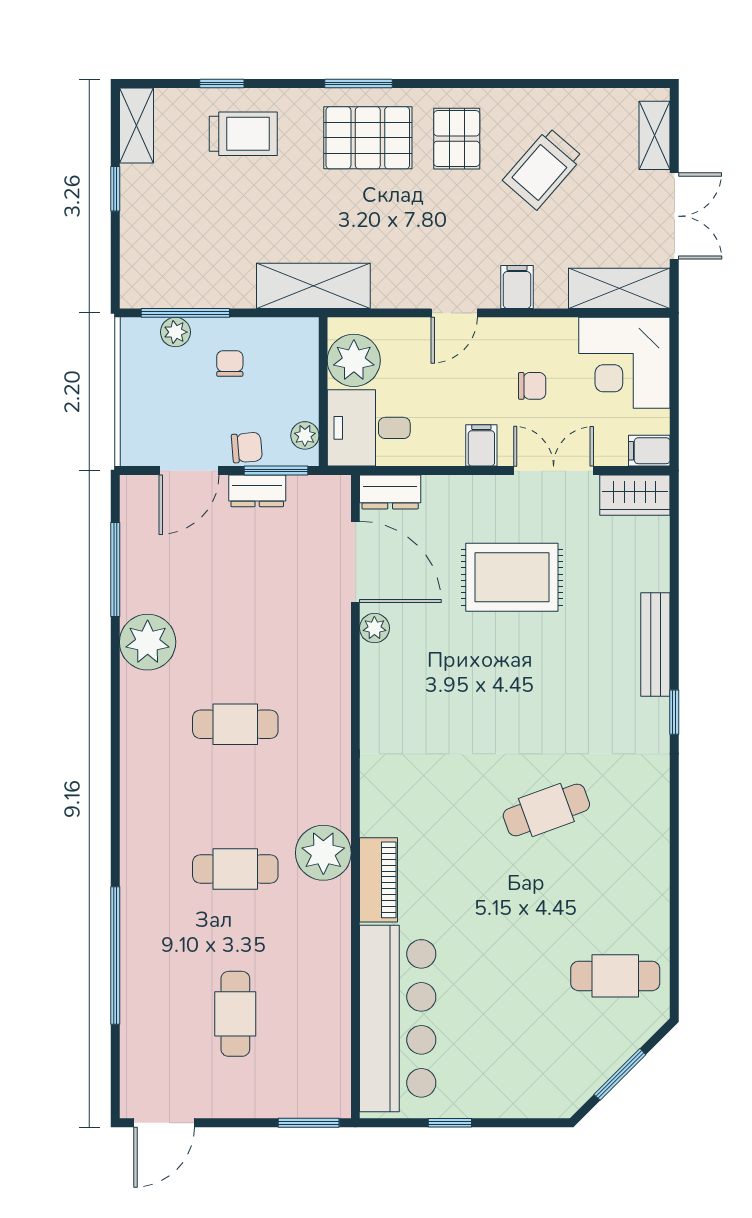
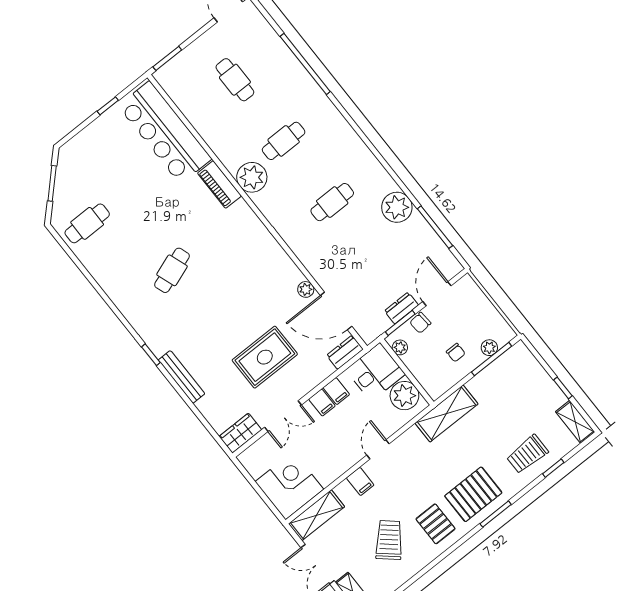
chair: (532, 386) -> (321, 445), removed
filing cabinet: (649, 451) -> (336, 391), moved, turned 90

